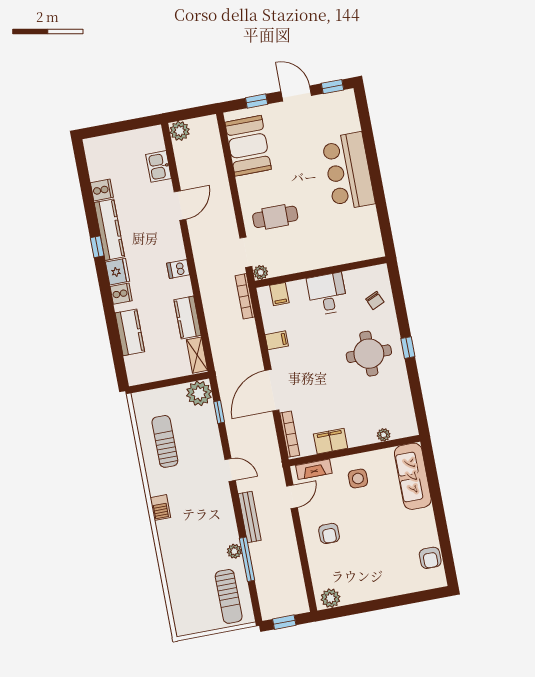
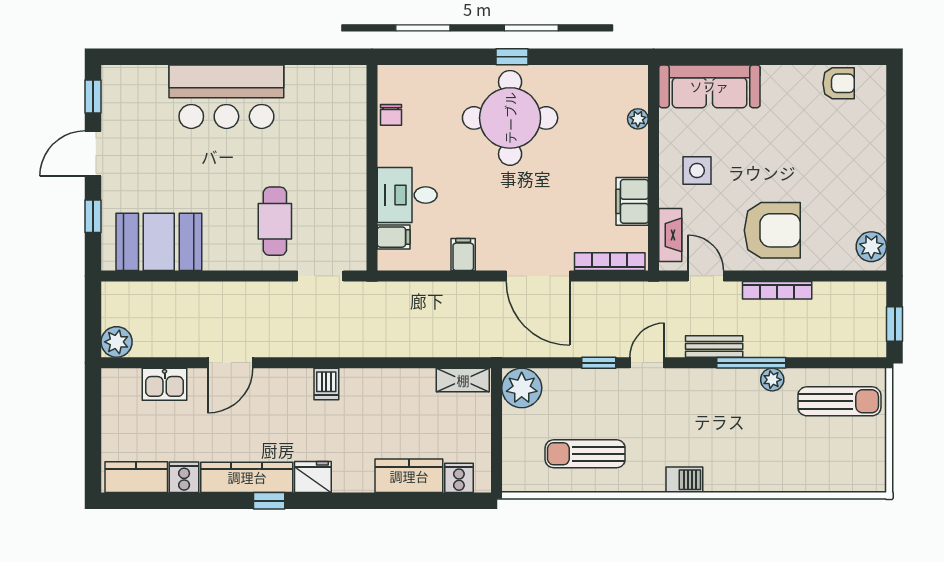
door: (180, 206) -> (230, 363), swing flipped
plant: (261, 272) -> (355, 259), removed
cooker: (121, 294) -> (459, 478), moved
desk: (327, 294) -> (407, 195), moved
bookcase: (245, 296) -> (777, 290), moved
chair: (375, 301) -> (391, 115), moved, turned 114
kitchen counter: (188, 318) -> (136, 477), moved, turned 180
round table: (369, 354) -> (510, 118), width x1.36, depth x1.36
window: (219, 412) -> (599, 363), moved
bench: (250, 517) -> (714, 346), width x0.73
armchair: (329, 533) -> (772, 230), width x1.88, depth x1.88
window: (247, 559) -> (751, 363), moved

